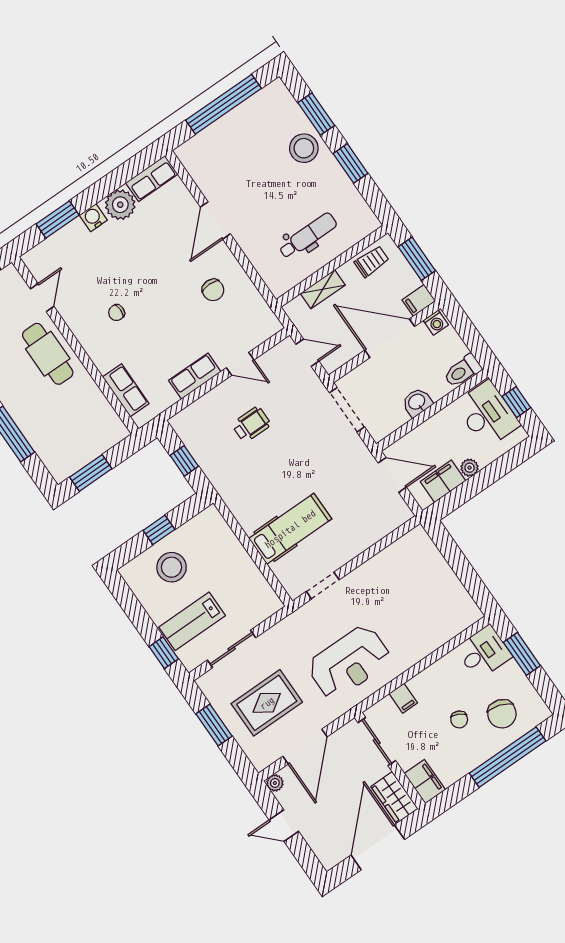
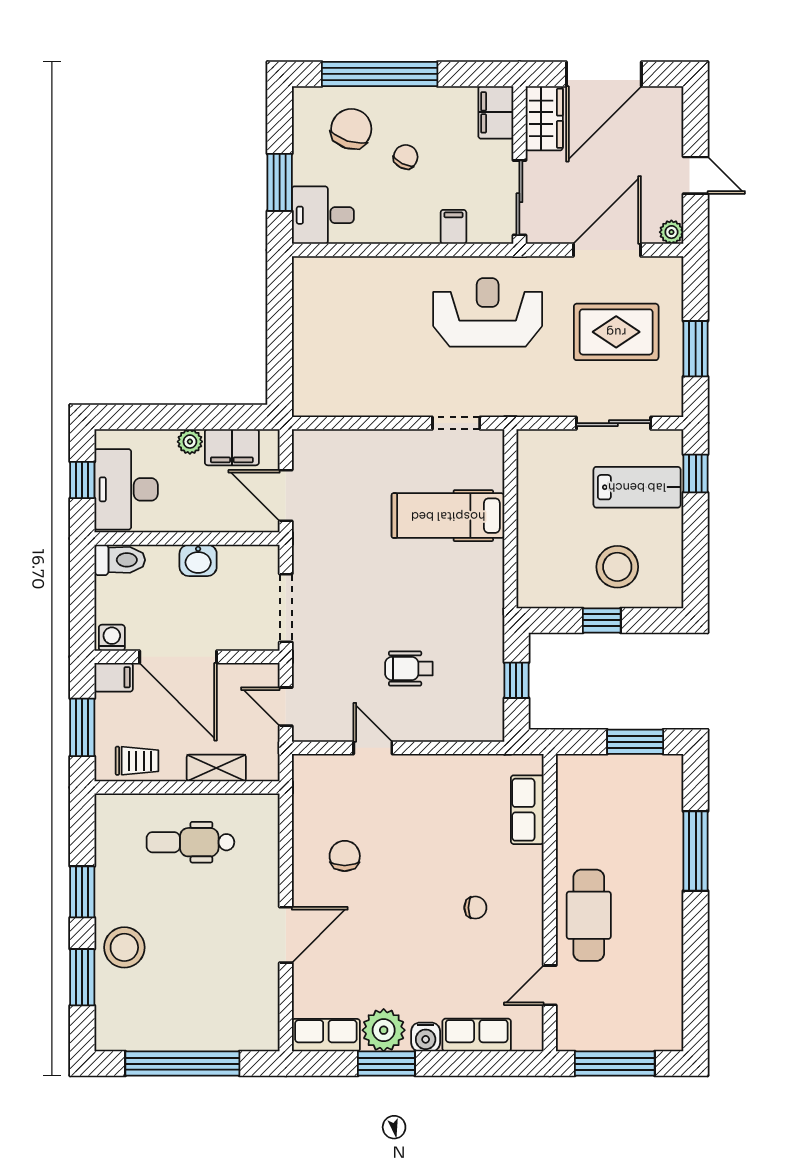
window: (58, 219) -> (386, 1064), moved
trolley: (372, 261) -> (137, 761), turned 180
row of seats: (195, 376) -> (477, 1035), moved, turned 180

